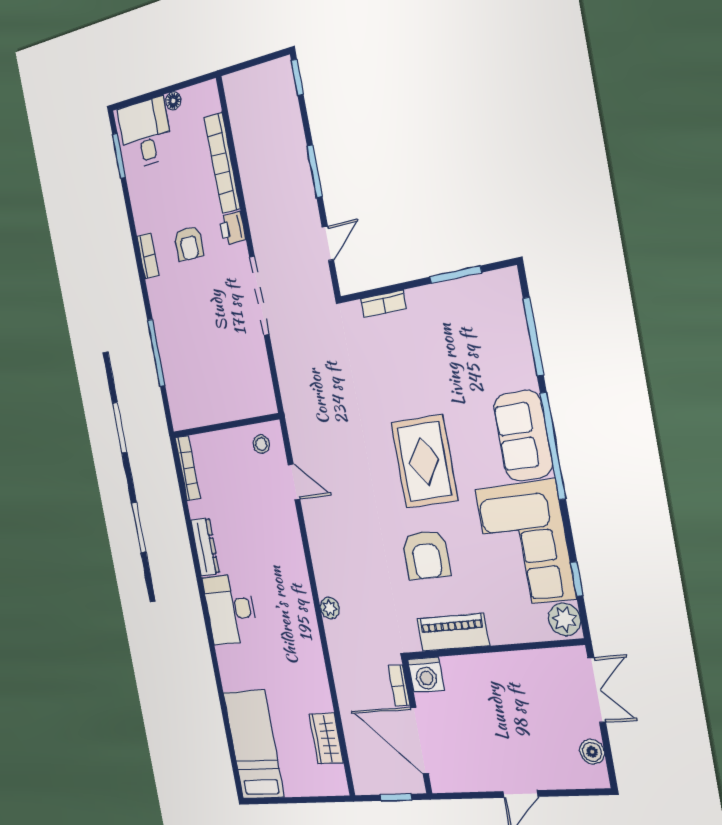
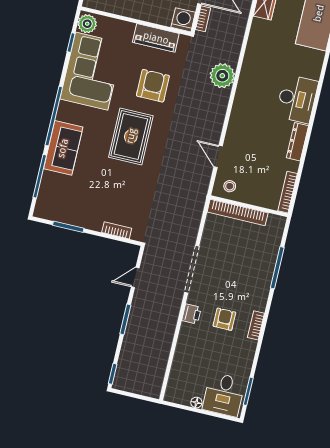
bookcase: (222, 163) -> (238, 212), moved, turned 90
sofa: (523, 436) -> (63, 148), moved
plant: (330, 608) -> (222, 76), width x1.87, depth x1.87

